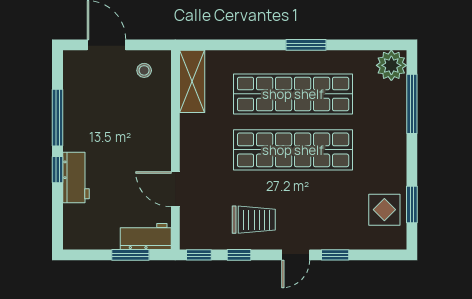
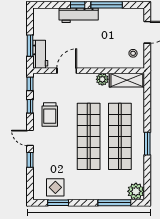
plant: (191, 126) -> (102, 79), added
workbench: (76, 177) -> (79, 15), width x1.38

